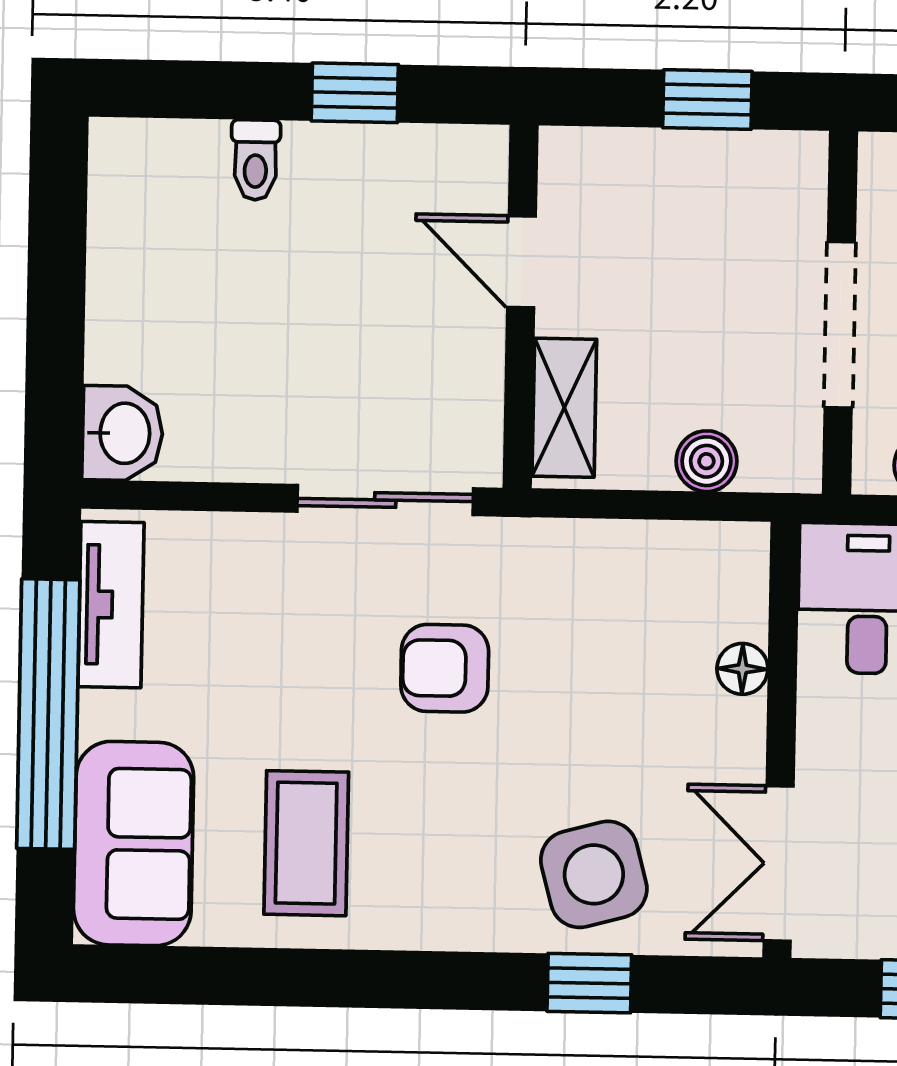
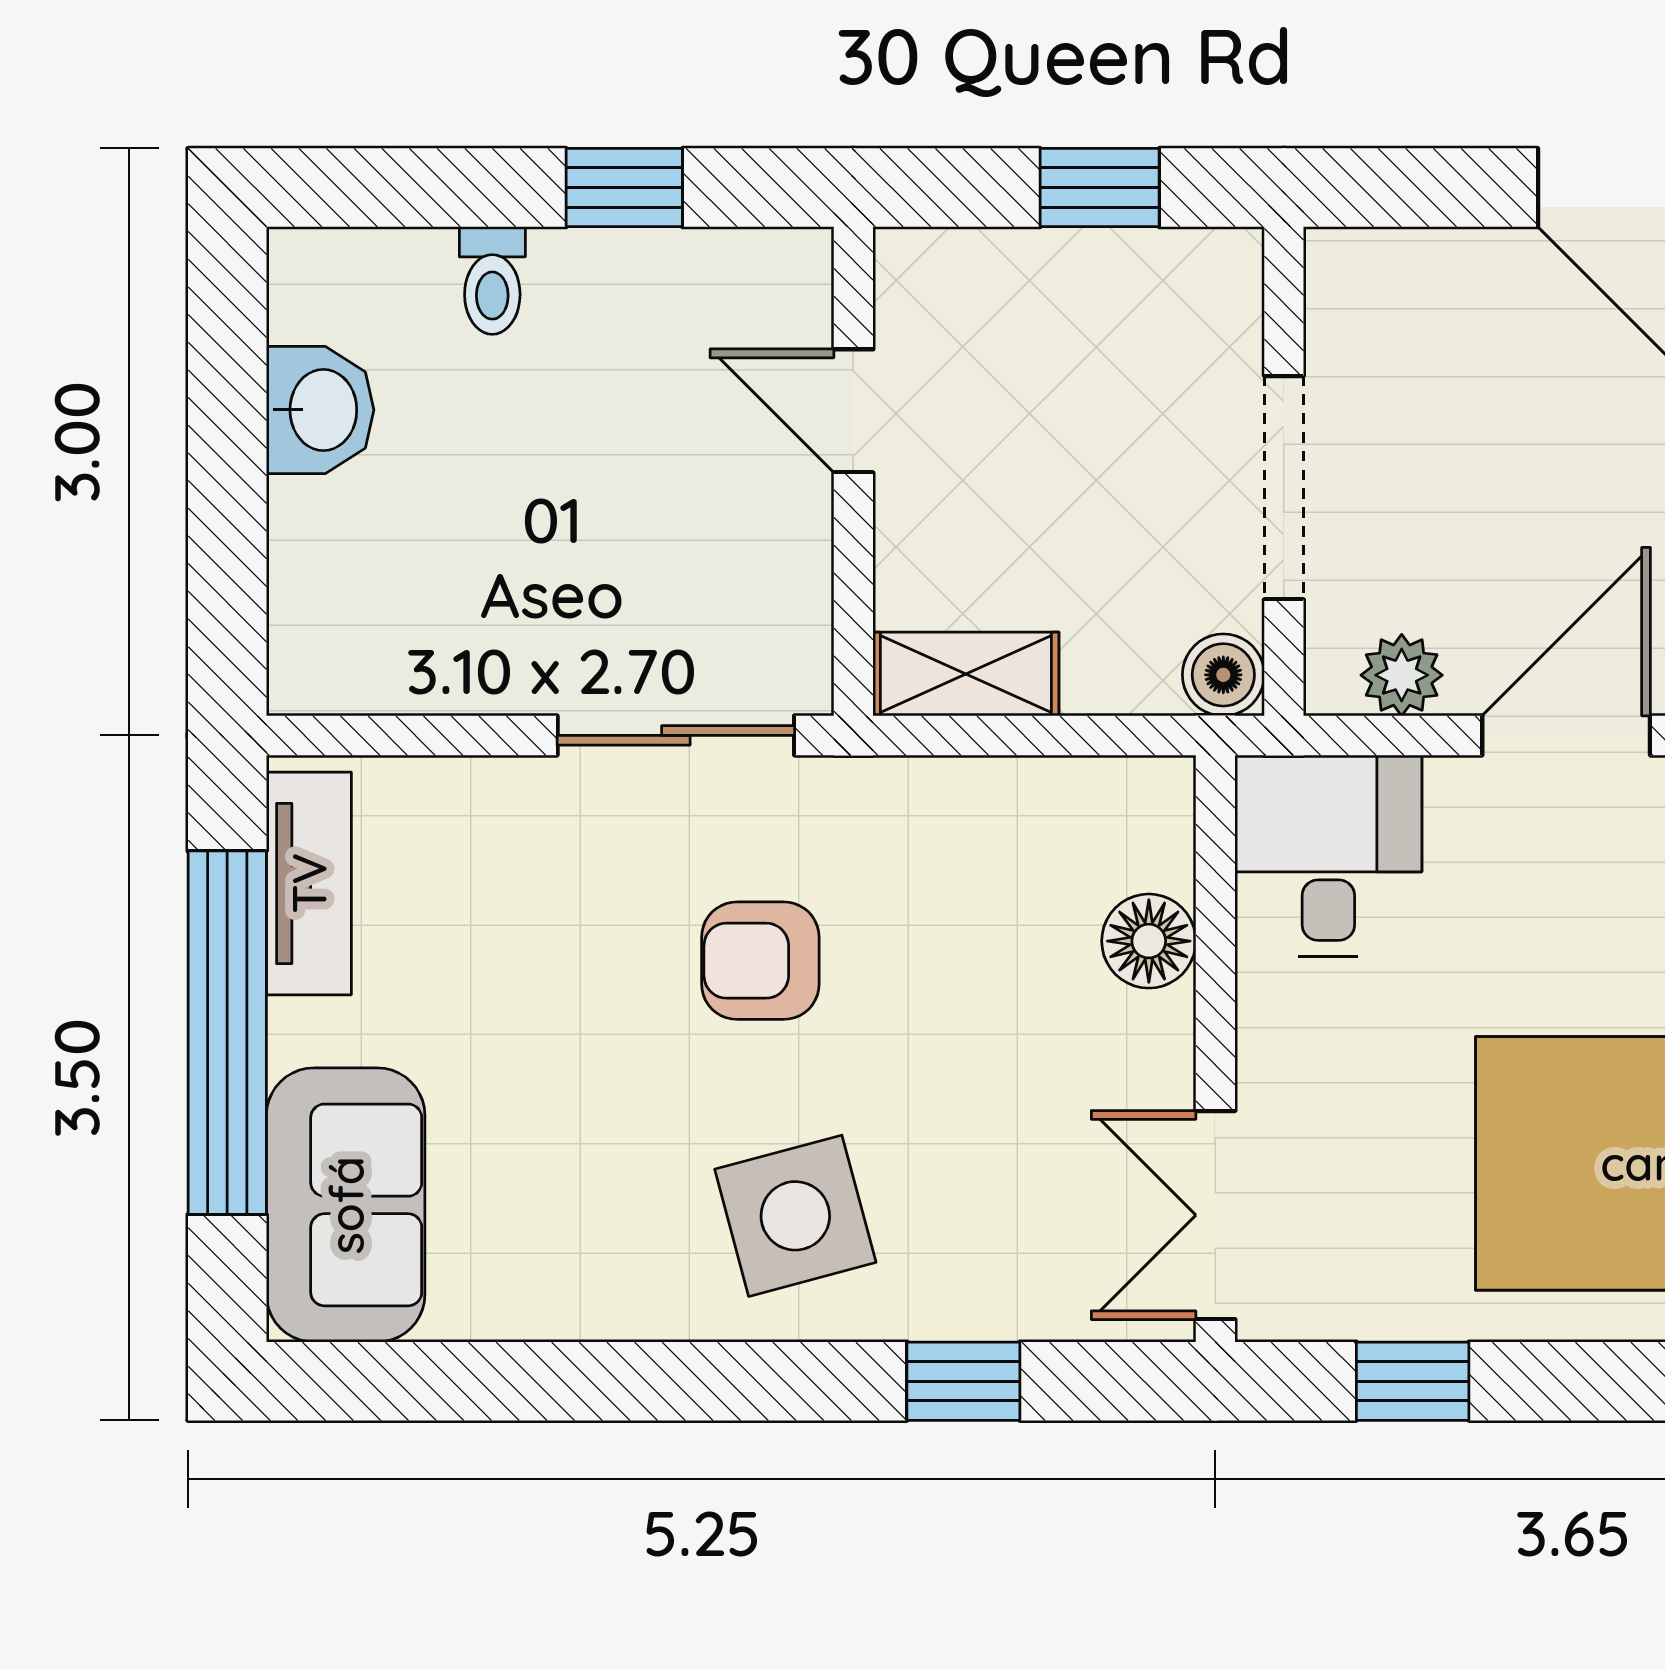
shelving: (564, 408) -> (966, 674), moved, turned 90
washbasin: (123, 433) -> (320, 410), moved
boiler: (706, 461) -> (1223, 675), moved
floor lamp: (742, 669) -> (1149, 941), width x1.37, depth x1.37
coffee table: (306, 843) -> (578, 1200), removed
side table: (594, 874) -> (795, 1216), moved

